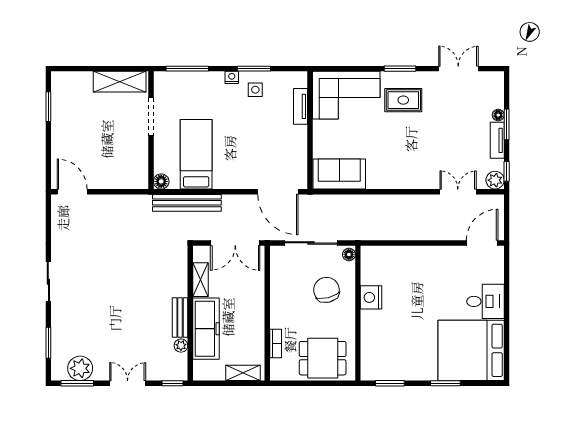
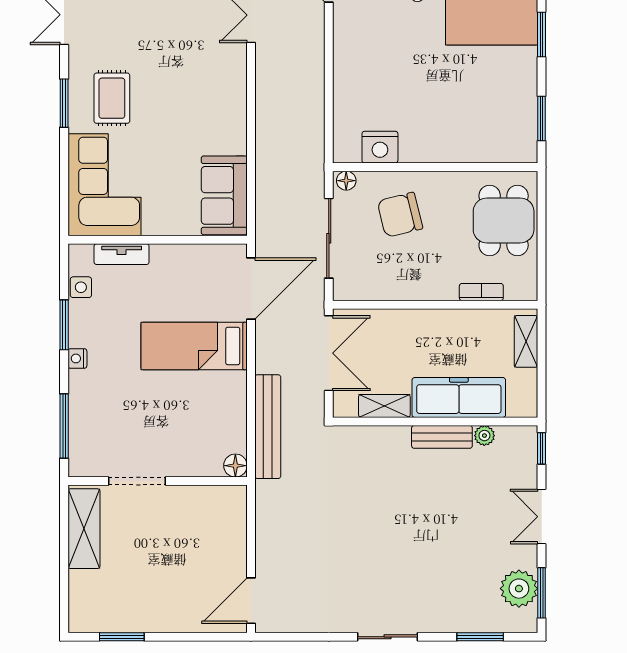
side table: (255, 90) -> (81, 287), moved
bed: (196, 154) -> (194, 346), moved
nightstand: (371, 297) -> (380, 147), moved

